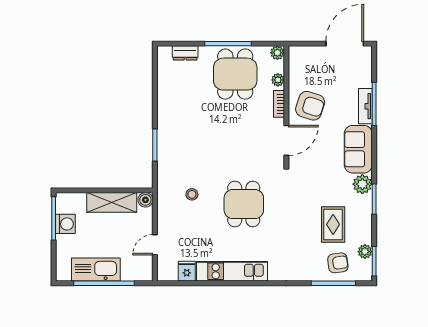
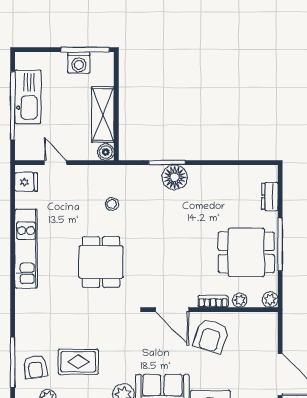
floor lamp: (168, 138) -> (175, 177), added
dining table: (244, 204) -> (101, 262), turned 90
fridge: (187, 271) -> (26, 182), moved

